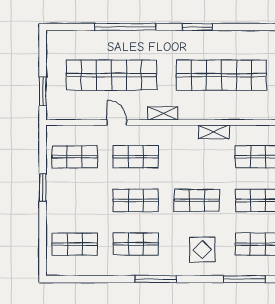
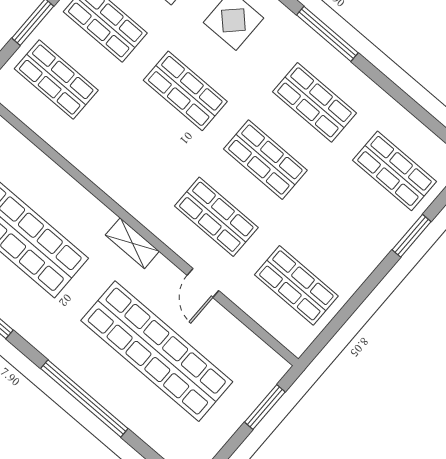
shelving: (214, 132) -> (86, 162), removed
window: (43, 187) -> (412, 236), moved

